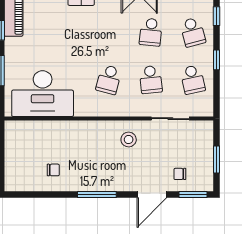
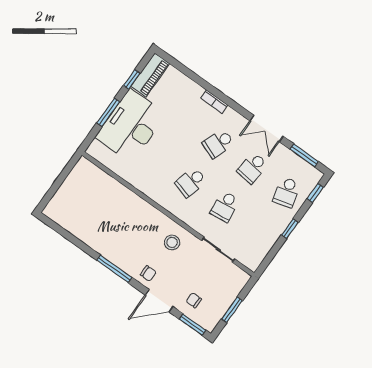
school desk: (193, 80) -> (218, 144), moved, turned 33
desk: (43, 94) -> (131, 126), moved, turned 90
chair: (53, 170) -> (148, 273), moved

